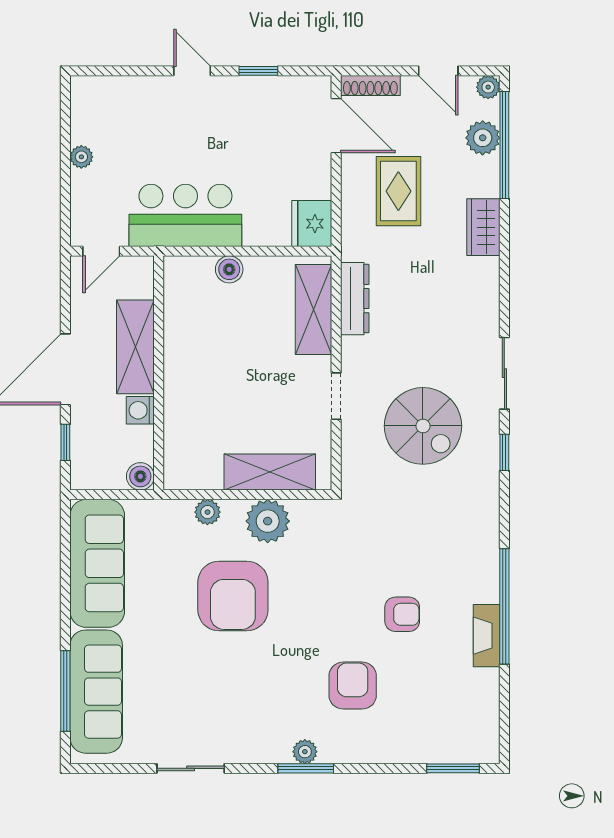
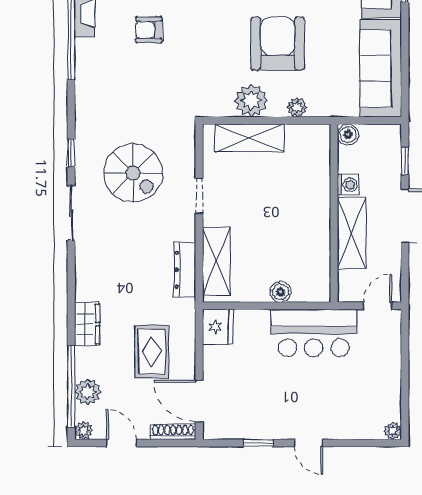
plant: (81, 157) -> (393, 431), moved
spiral stairs: (423, 426) -> (133, 173), turned 180

